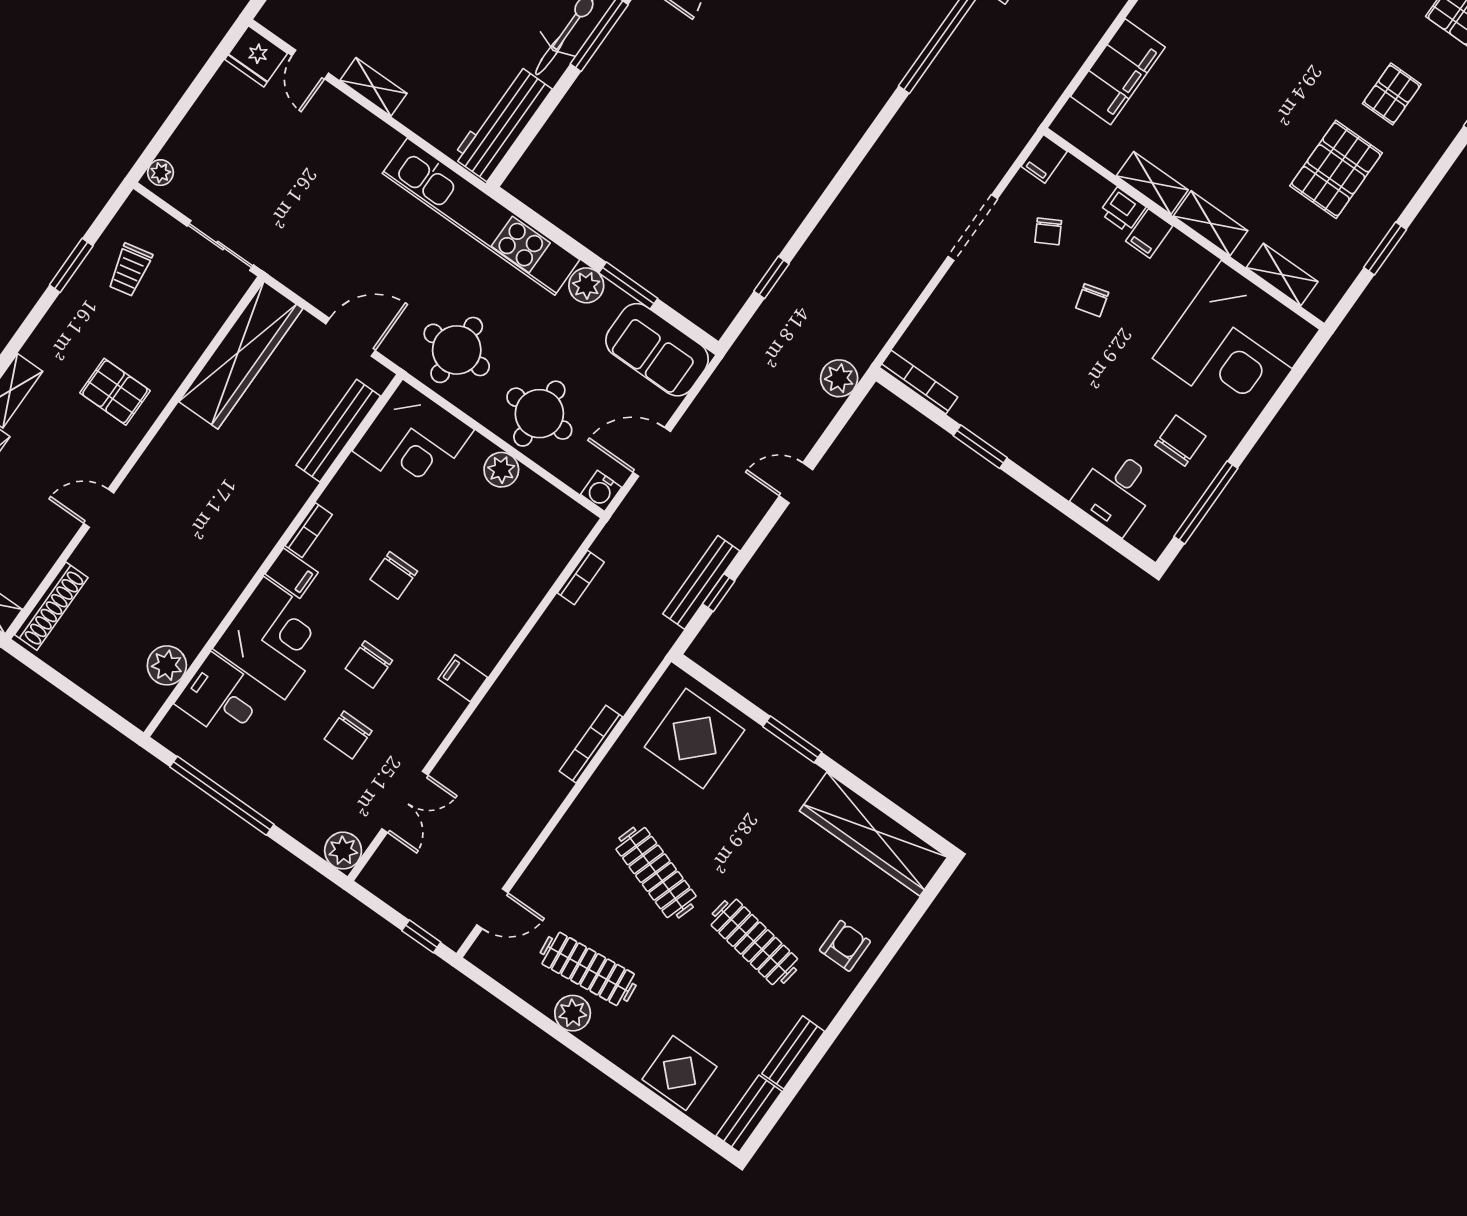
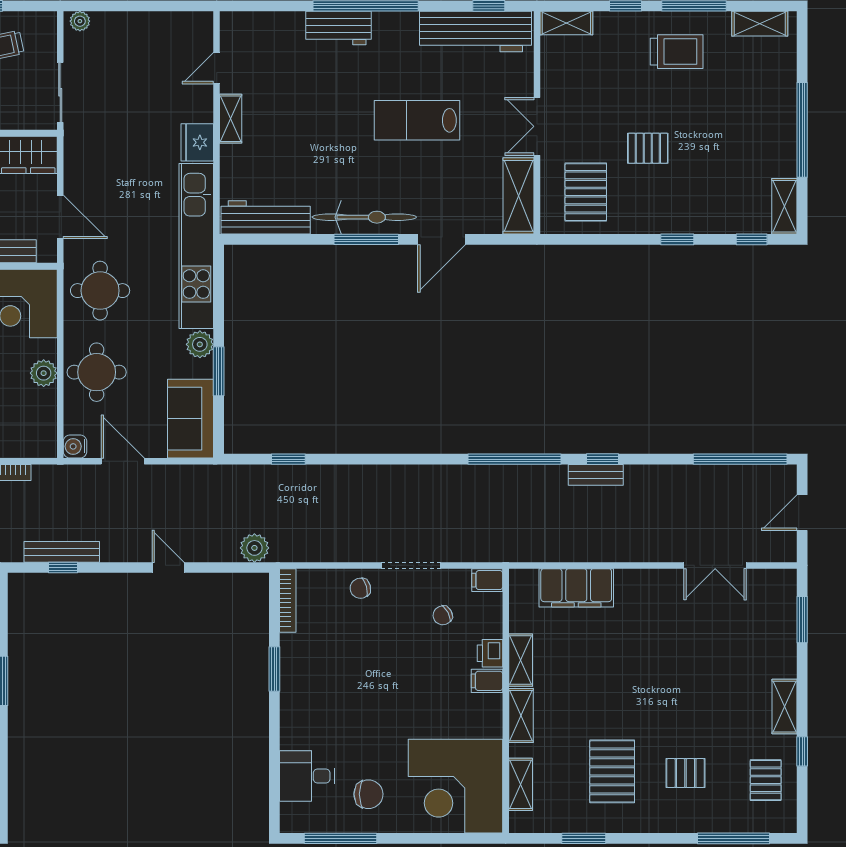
fridge: (256, 56) -> (197, 142), moved
pallet: (1336, 169) -> (612, 771), turned 90
chair: (1092, 300) -> (360, 588), moved

